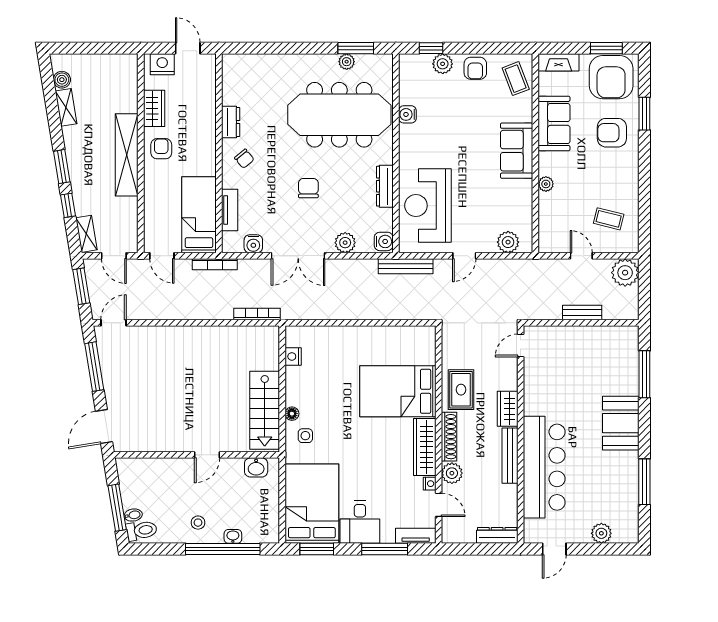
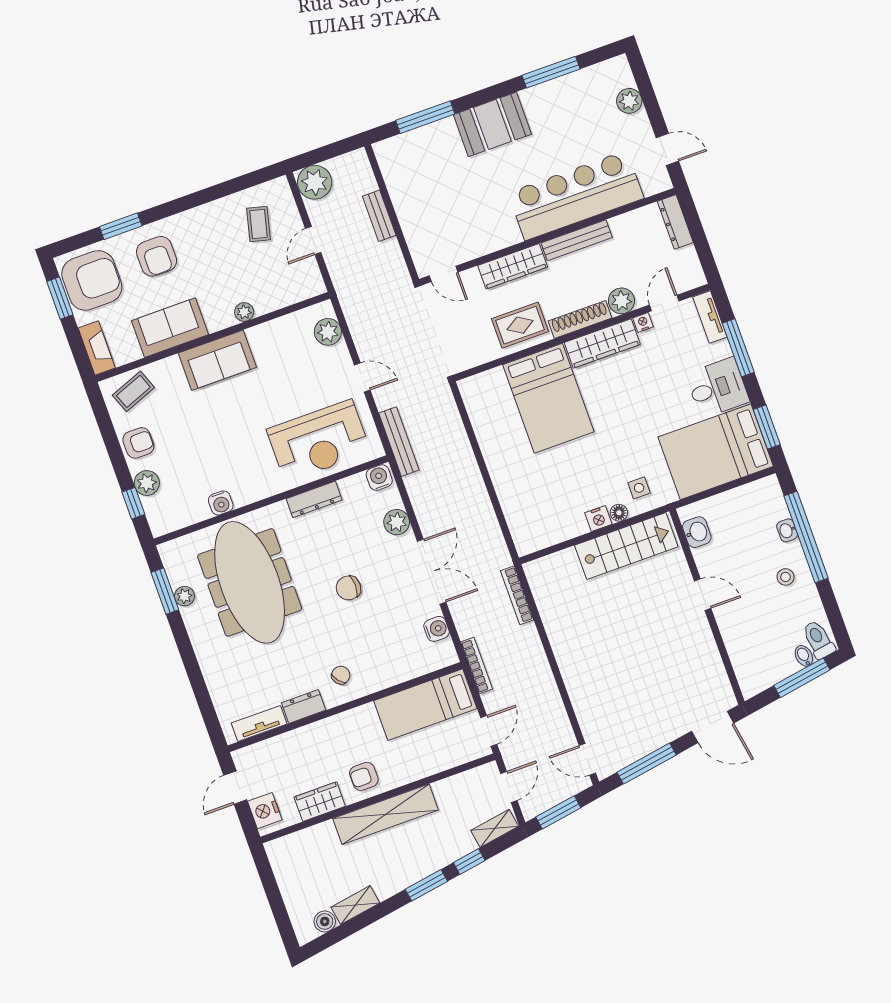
tv unit: (230, 210) -> (259, 724), moved
nightstand: (293, 356) -> (598, 519), moved
wardrobe: (508, 409) -> (513, 266), width x1.50

